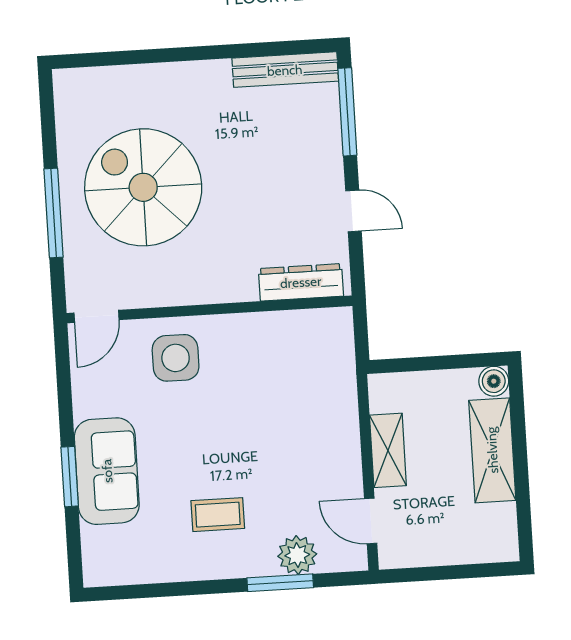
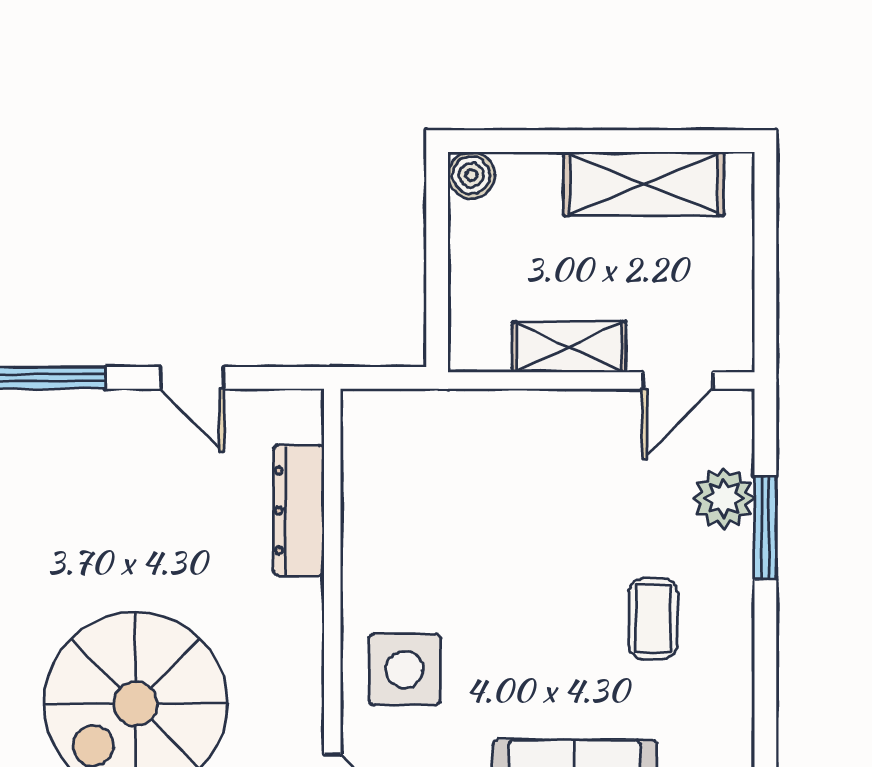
door: (353, 211) -> (192, 378), swing flipped
dresser: (301, 282) -> (299, 511), moved
shelving: (492, 450) -> (644, 184), moved

